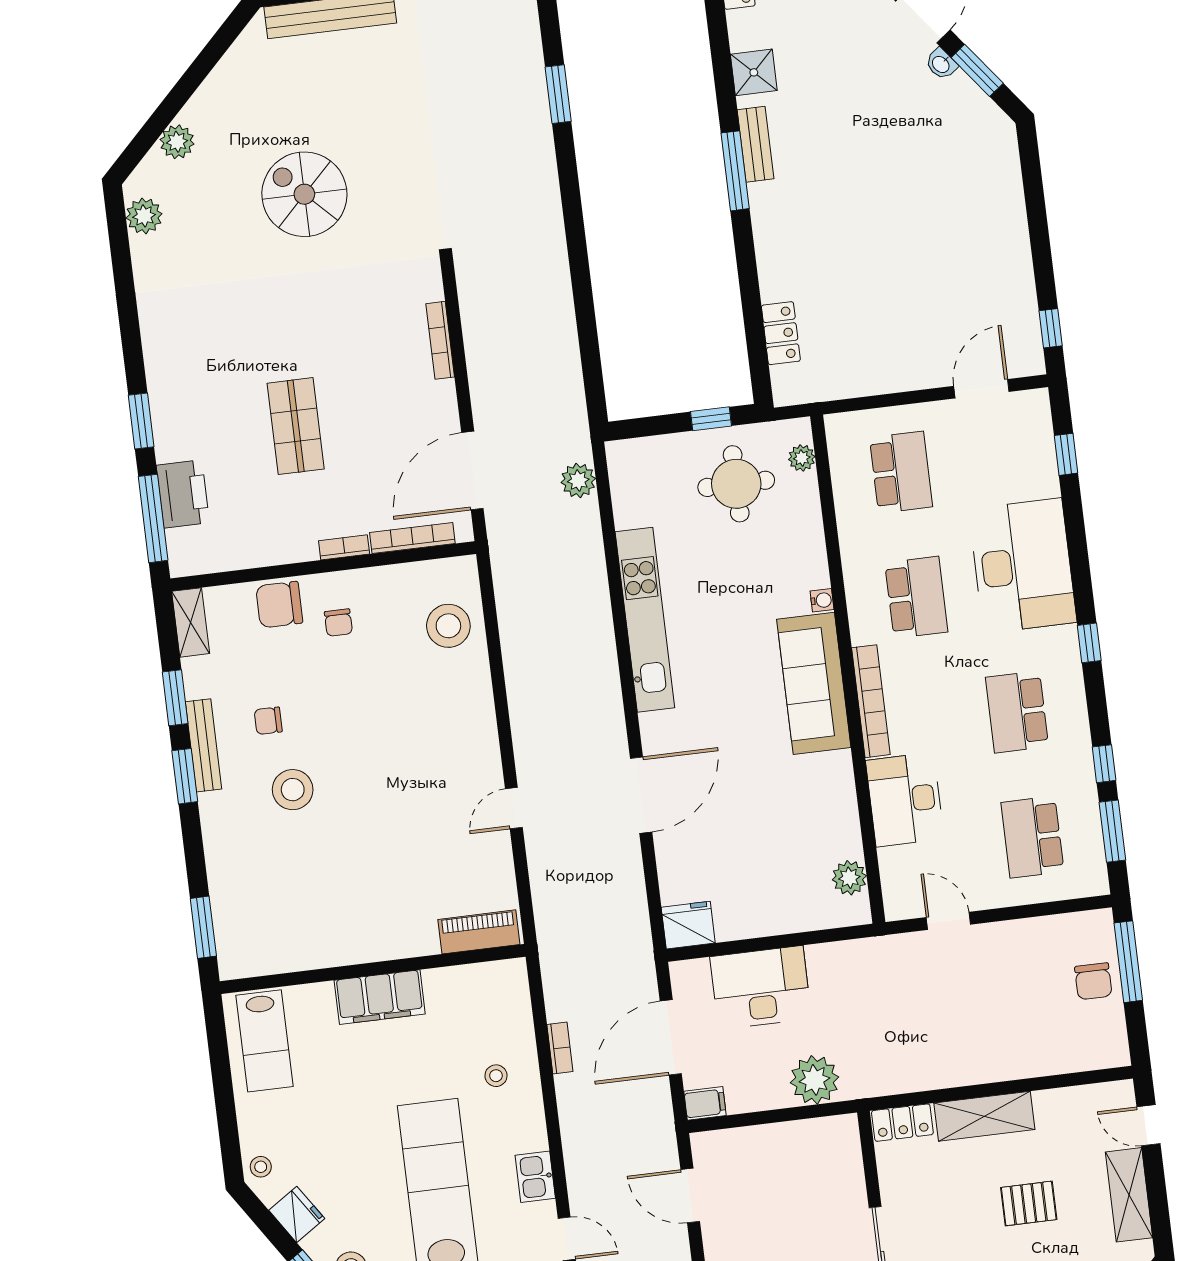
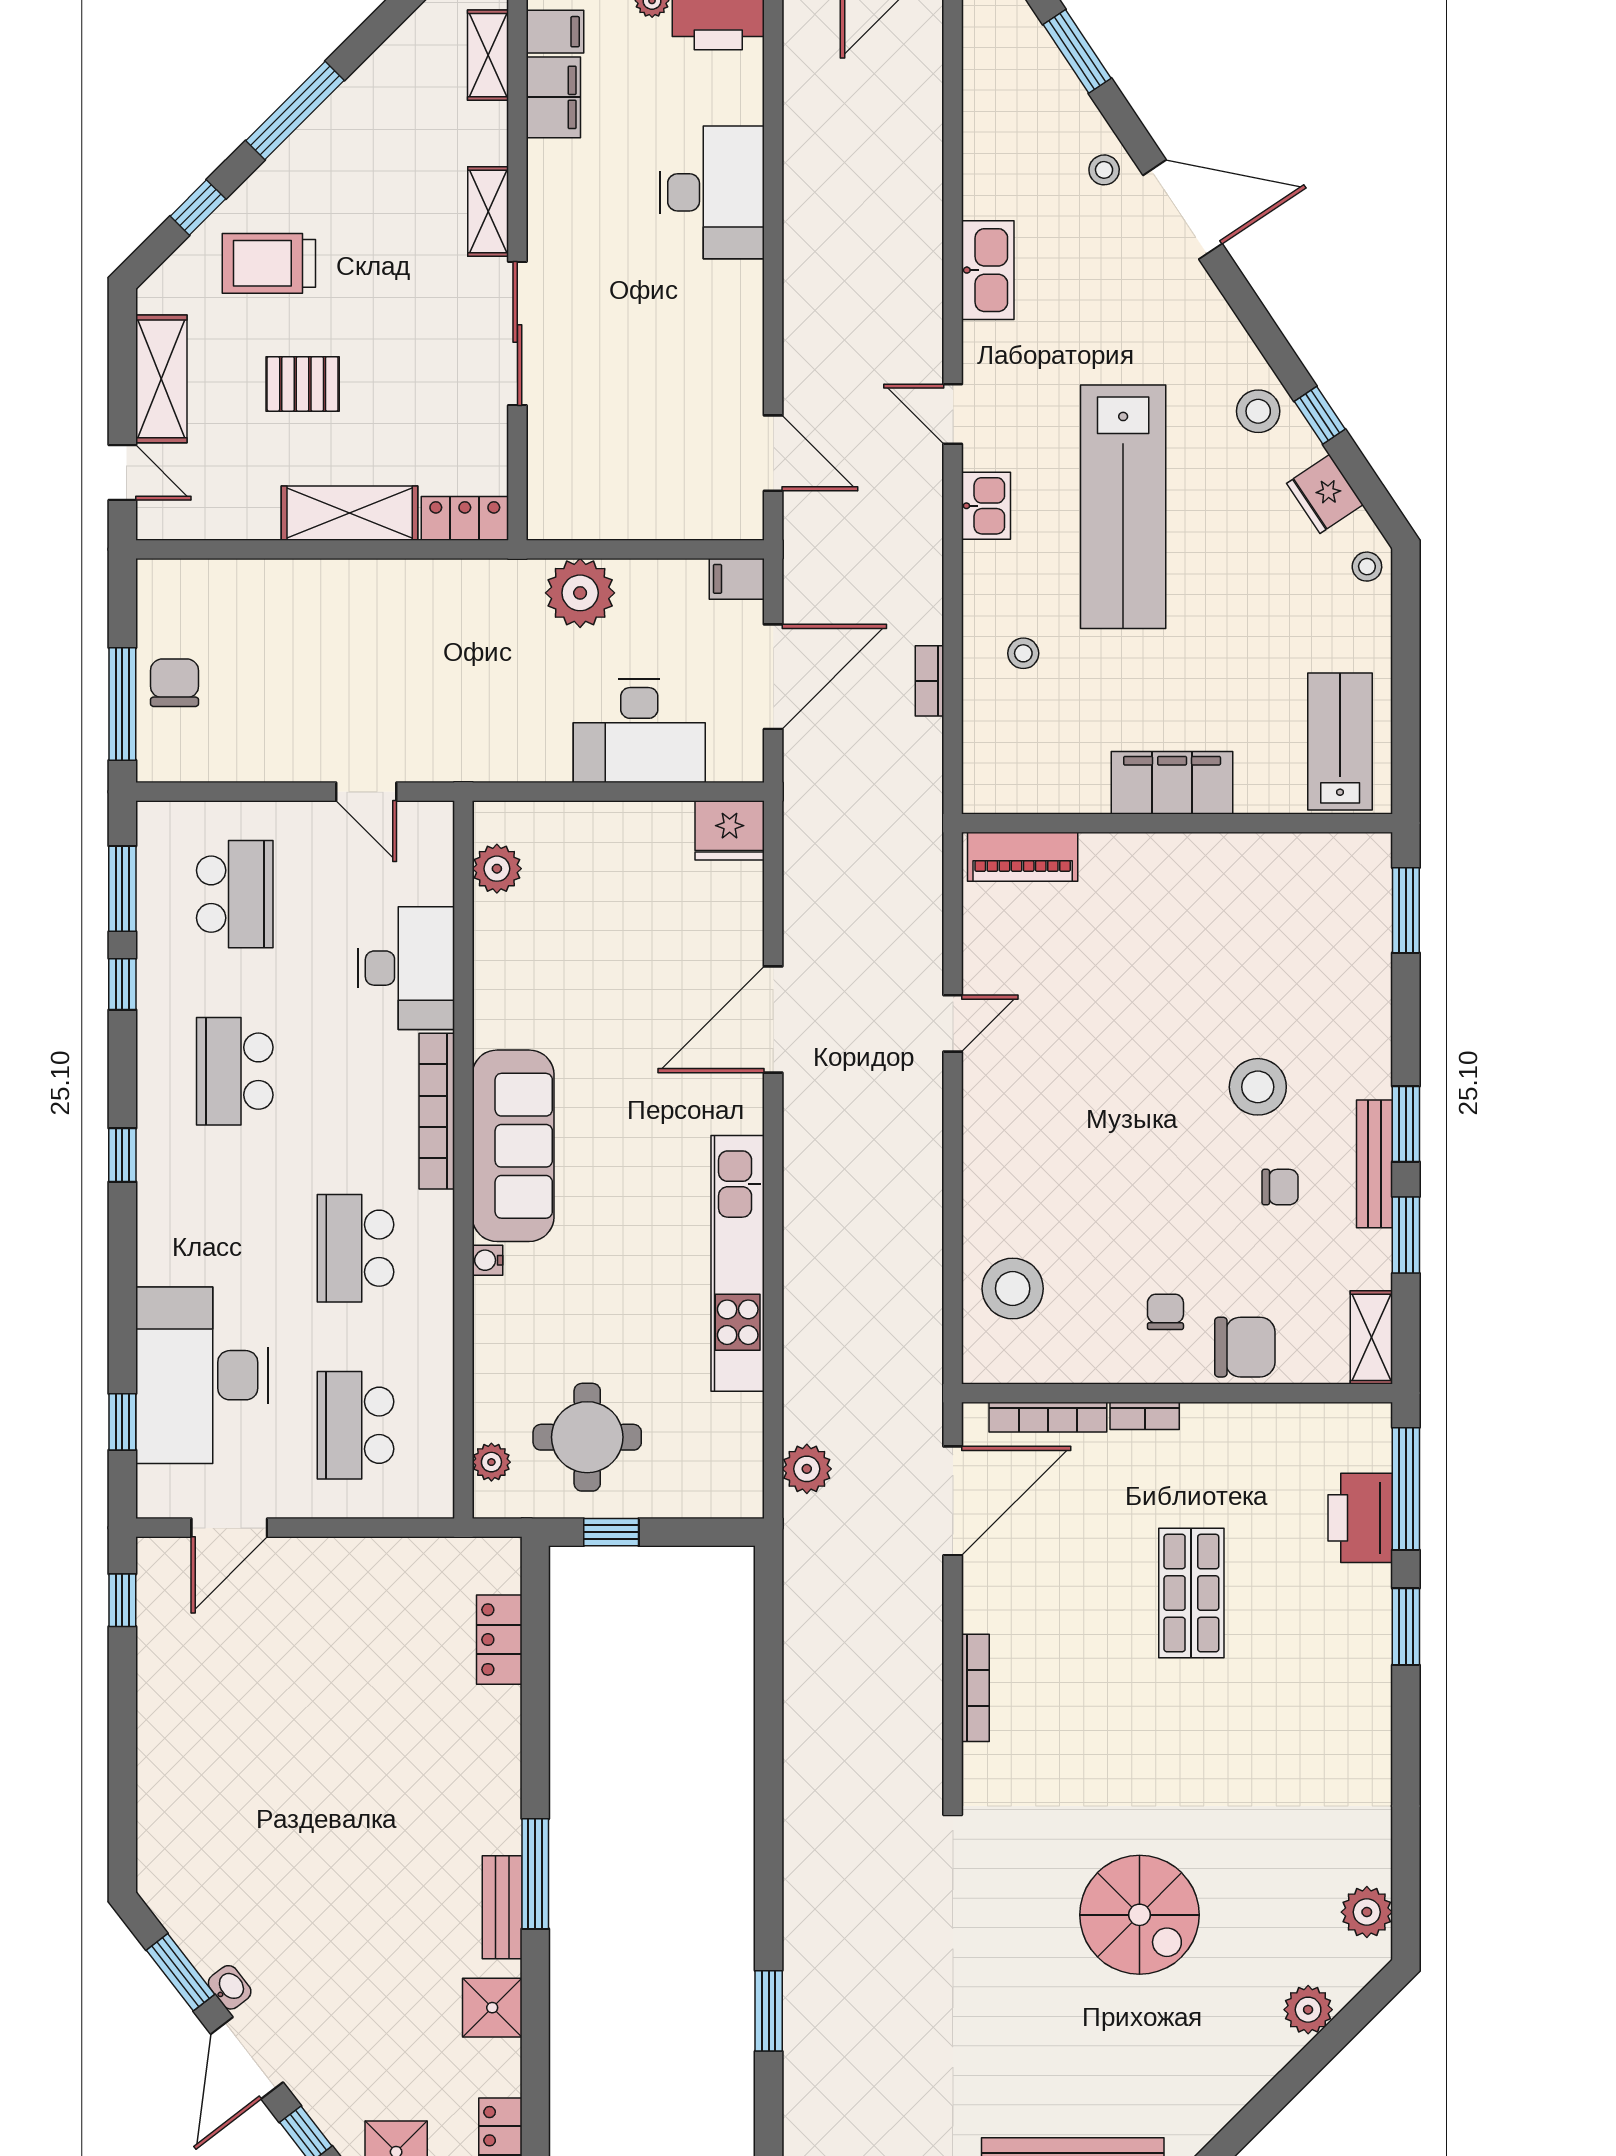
desk: (1023, 566) -> (202, 1375), moved
school desk: (1017, 712) -> (235, 1071), turned 180

